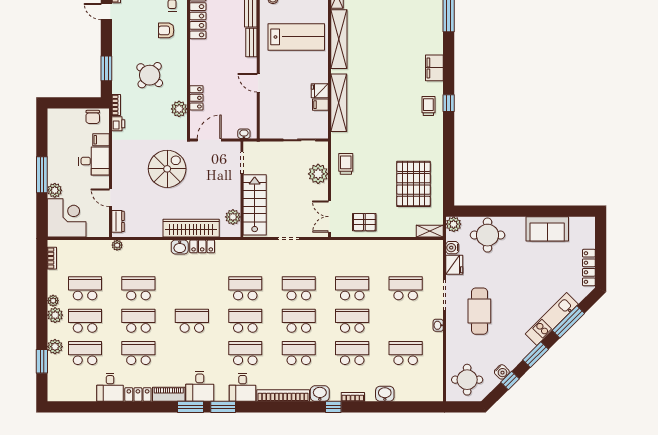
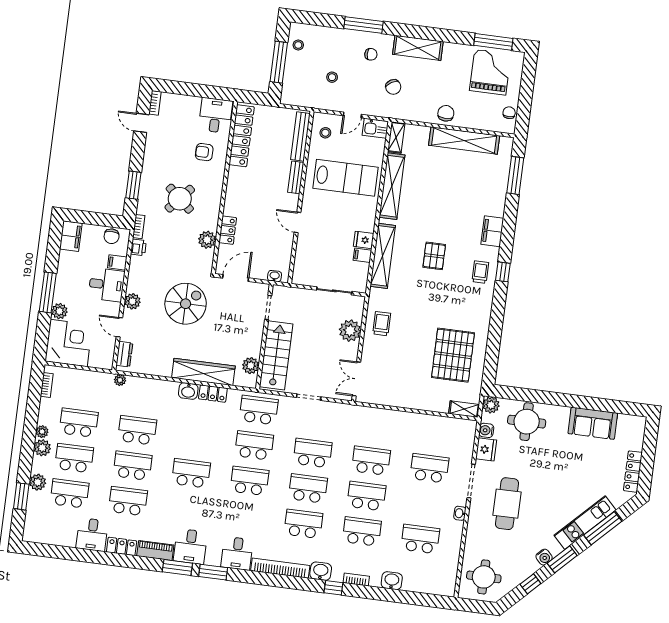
filing cabinet: (56, 121) -> (71, 236), added
plant: (119, 173) -> (132, 301), added
pallet: (364, 222) -> (434, 256), moved, turned 90
school desk: (245, 353) -> (259, 410), moved
water cooler: (502, 372) -> (544, 557), moved

